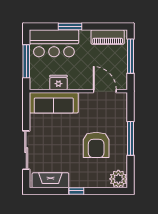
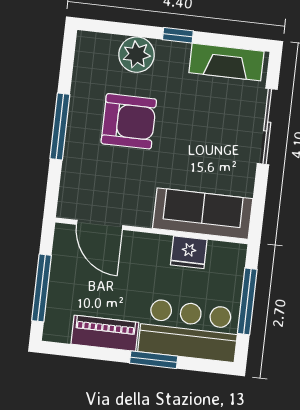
piano: (108, 37) -> (105, 333), moved
armchair: (96, 145) -> (129, 121), turned 90
plant: (118, 179) -> (137, 55), moved

